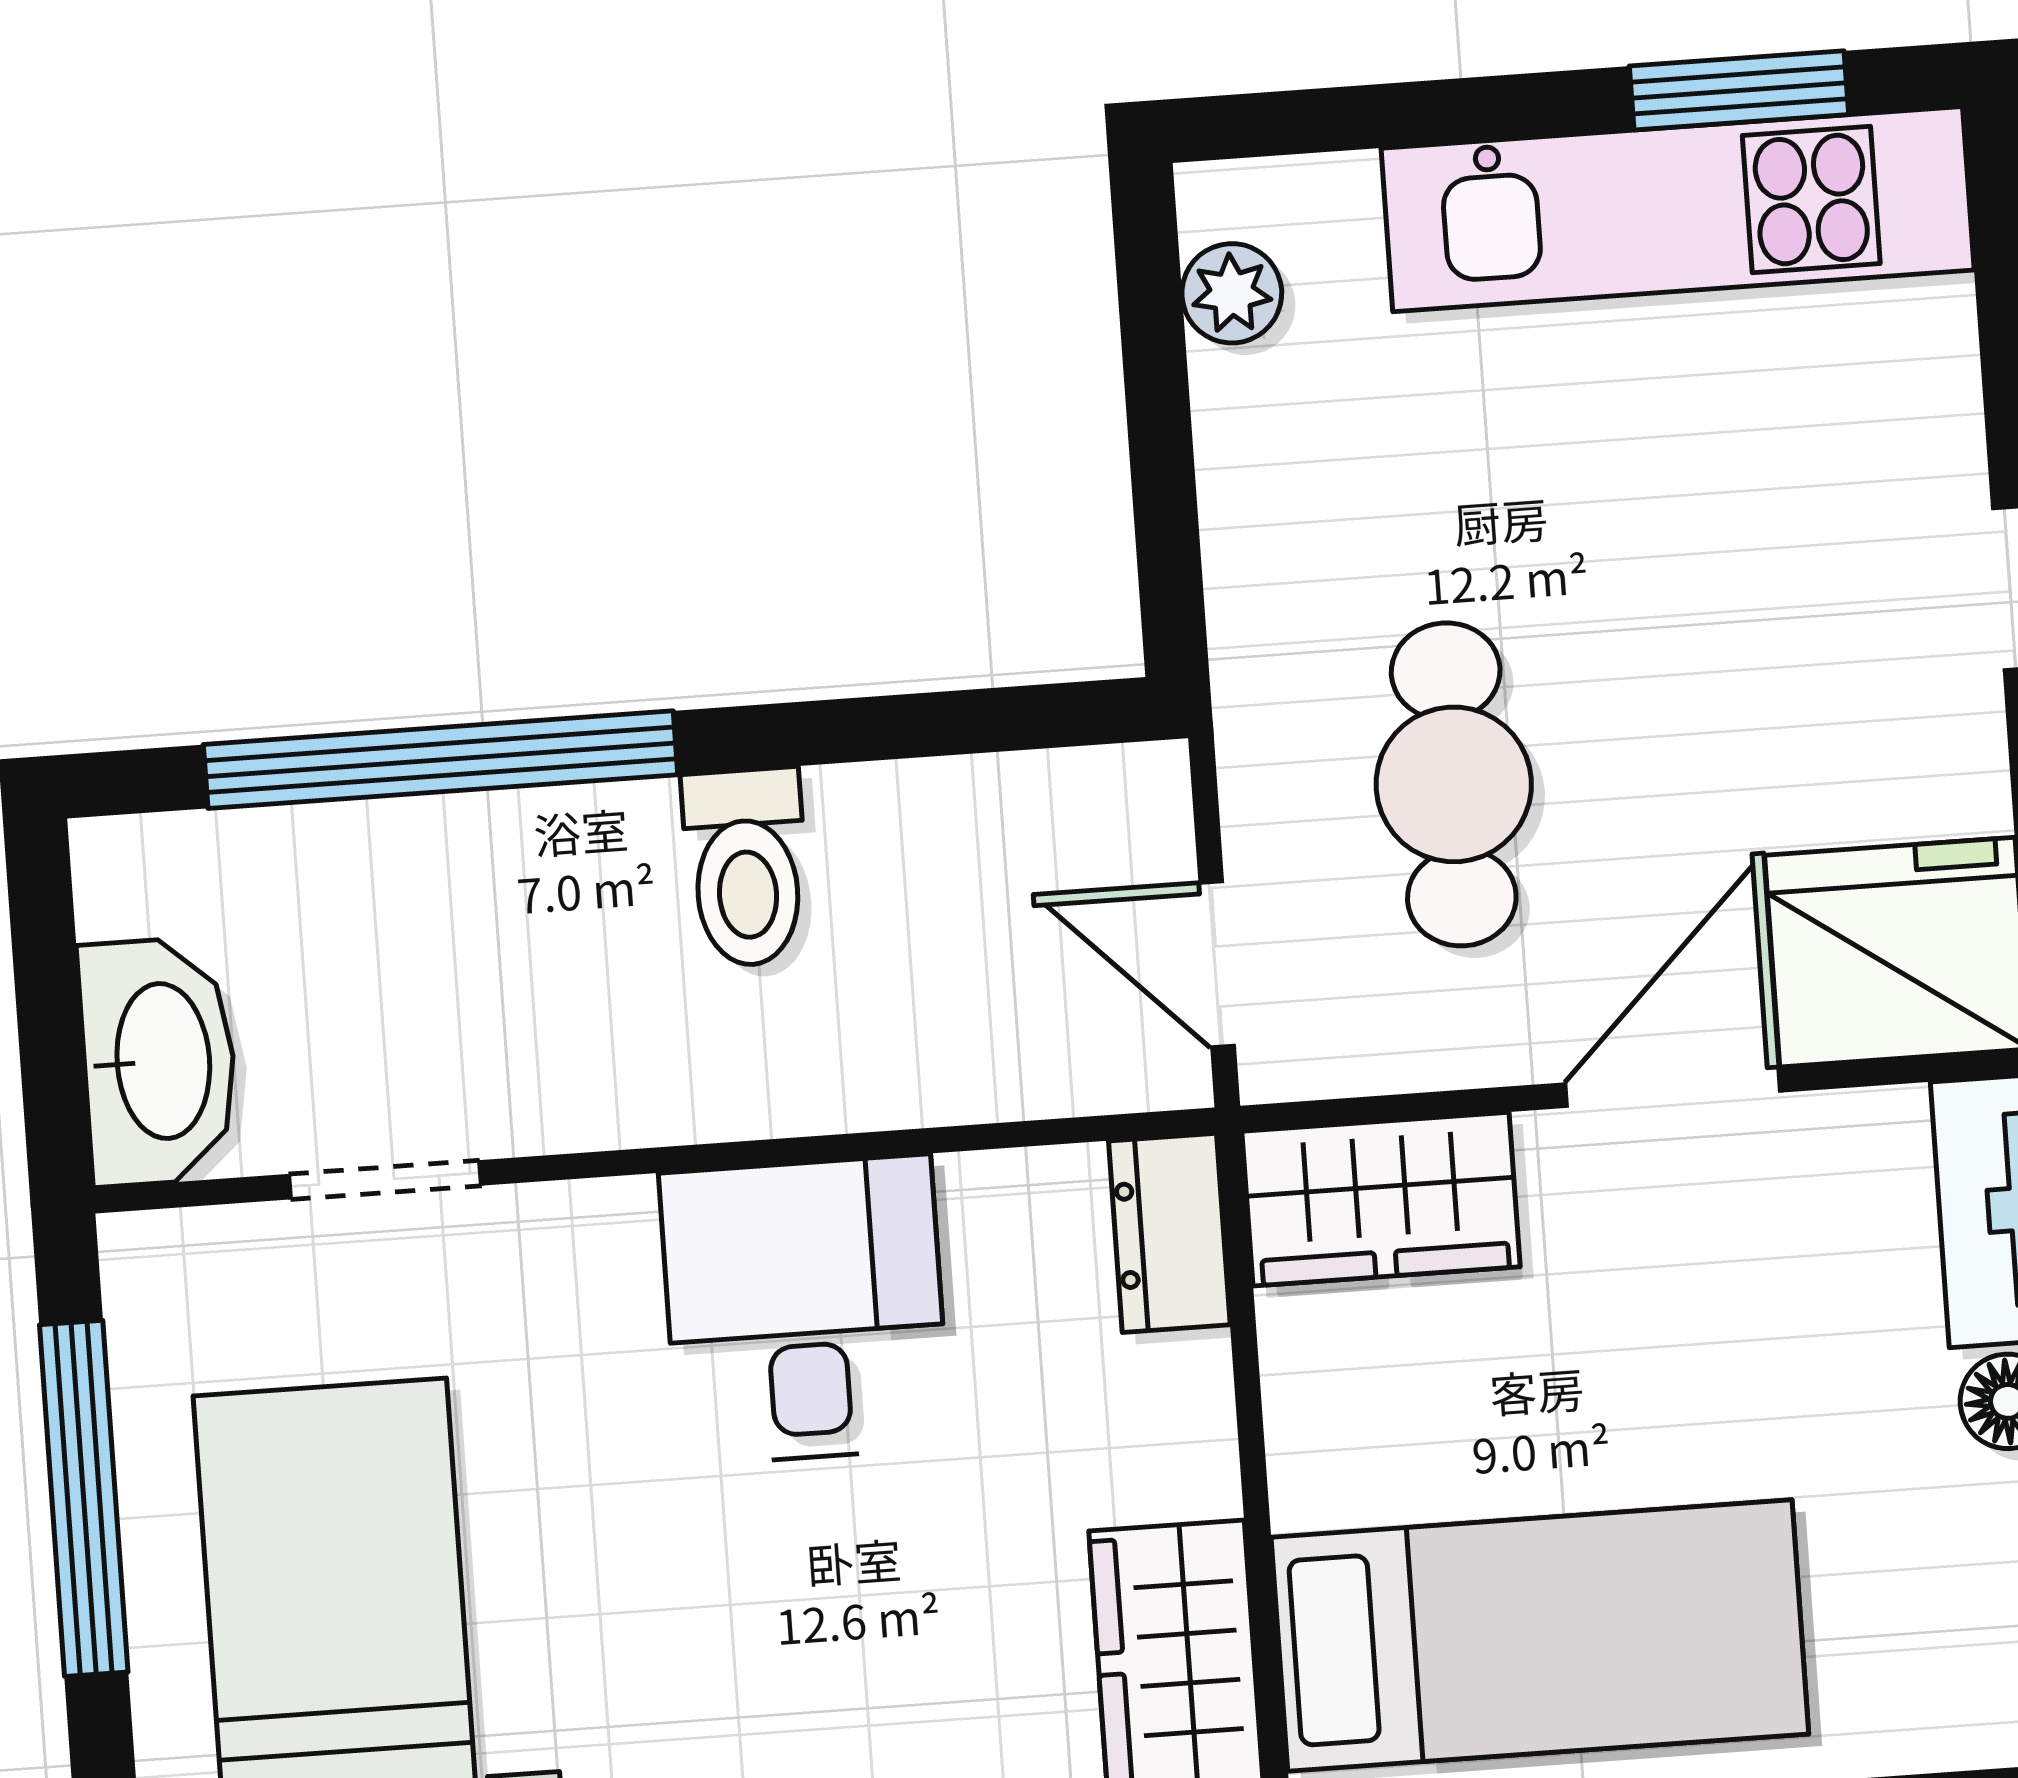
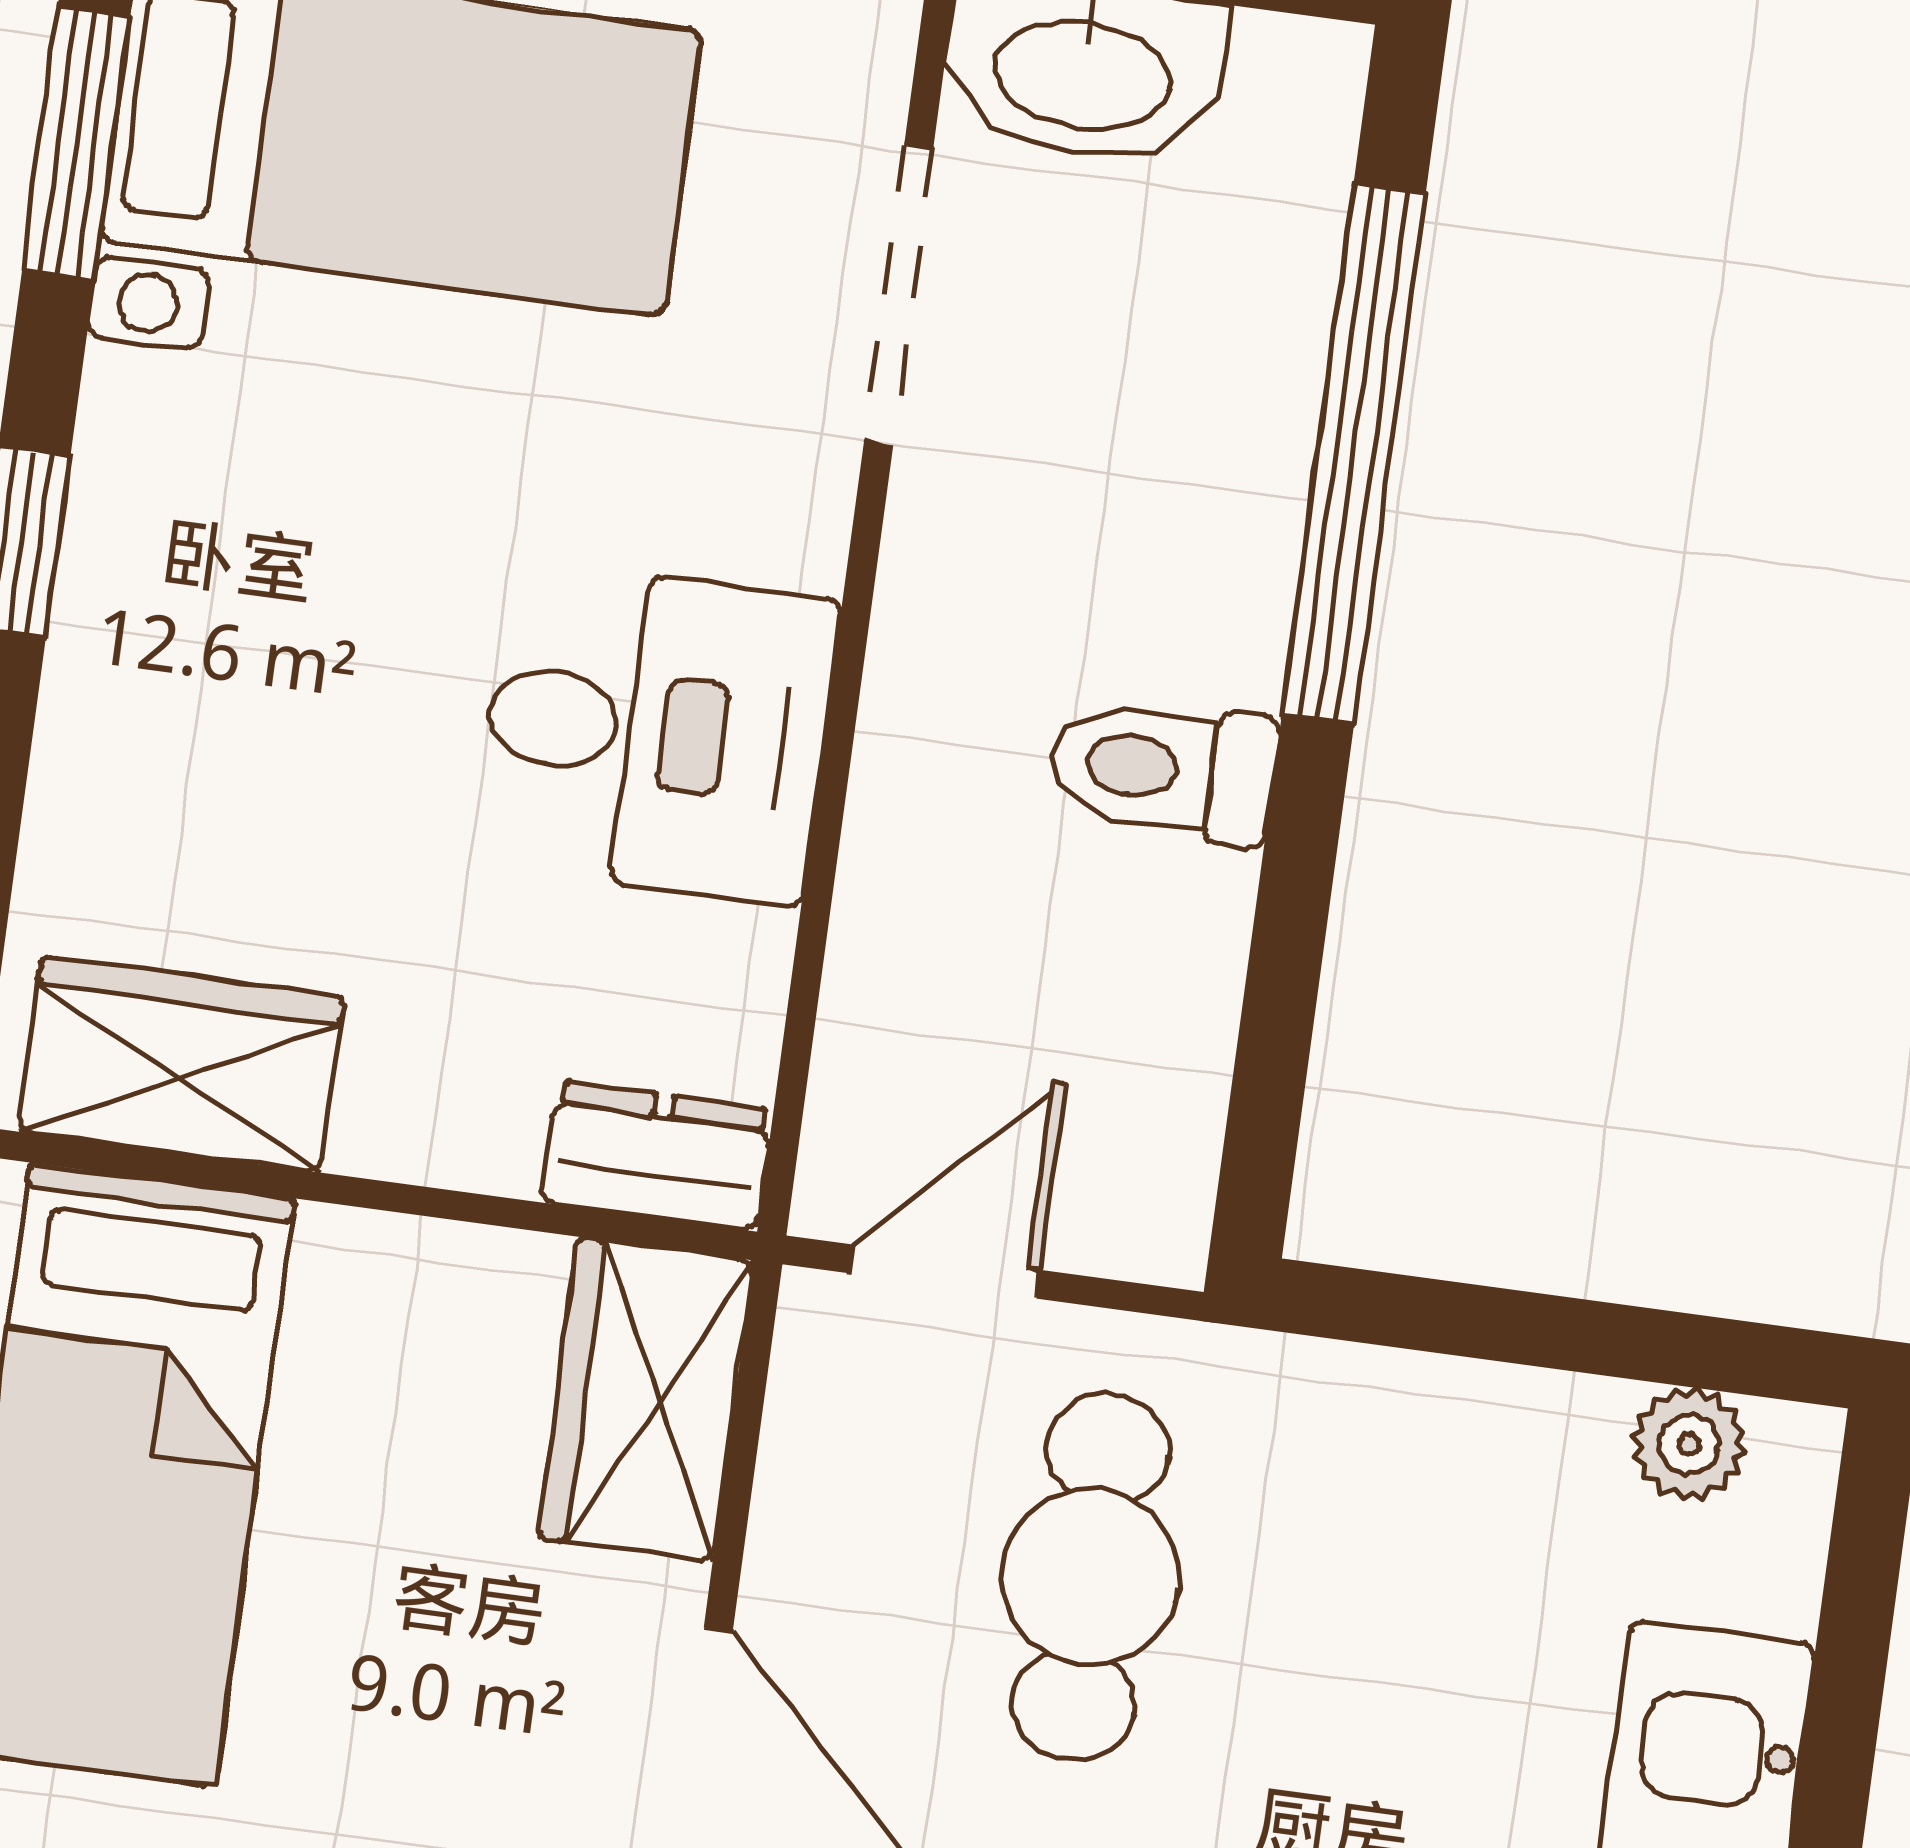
cafe table: (1454, 784) -> (1090, 1577), turned 90
doorway: (385, 1180) -> (899, 295), width x1.38

